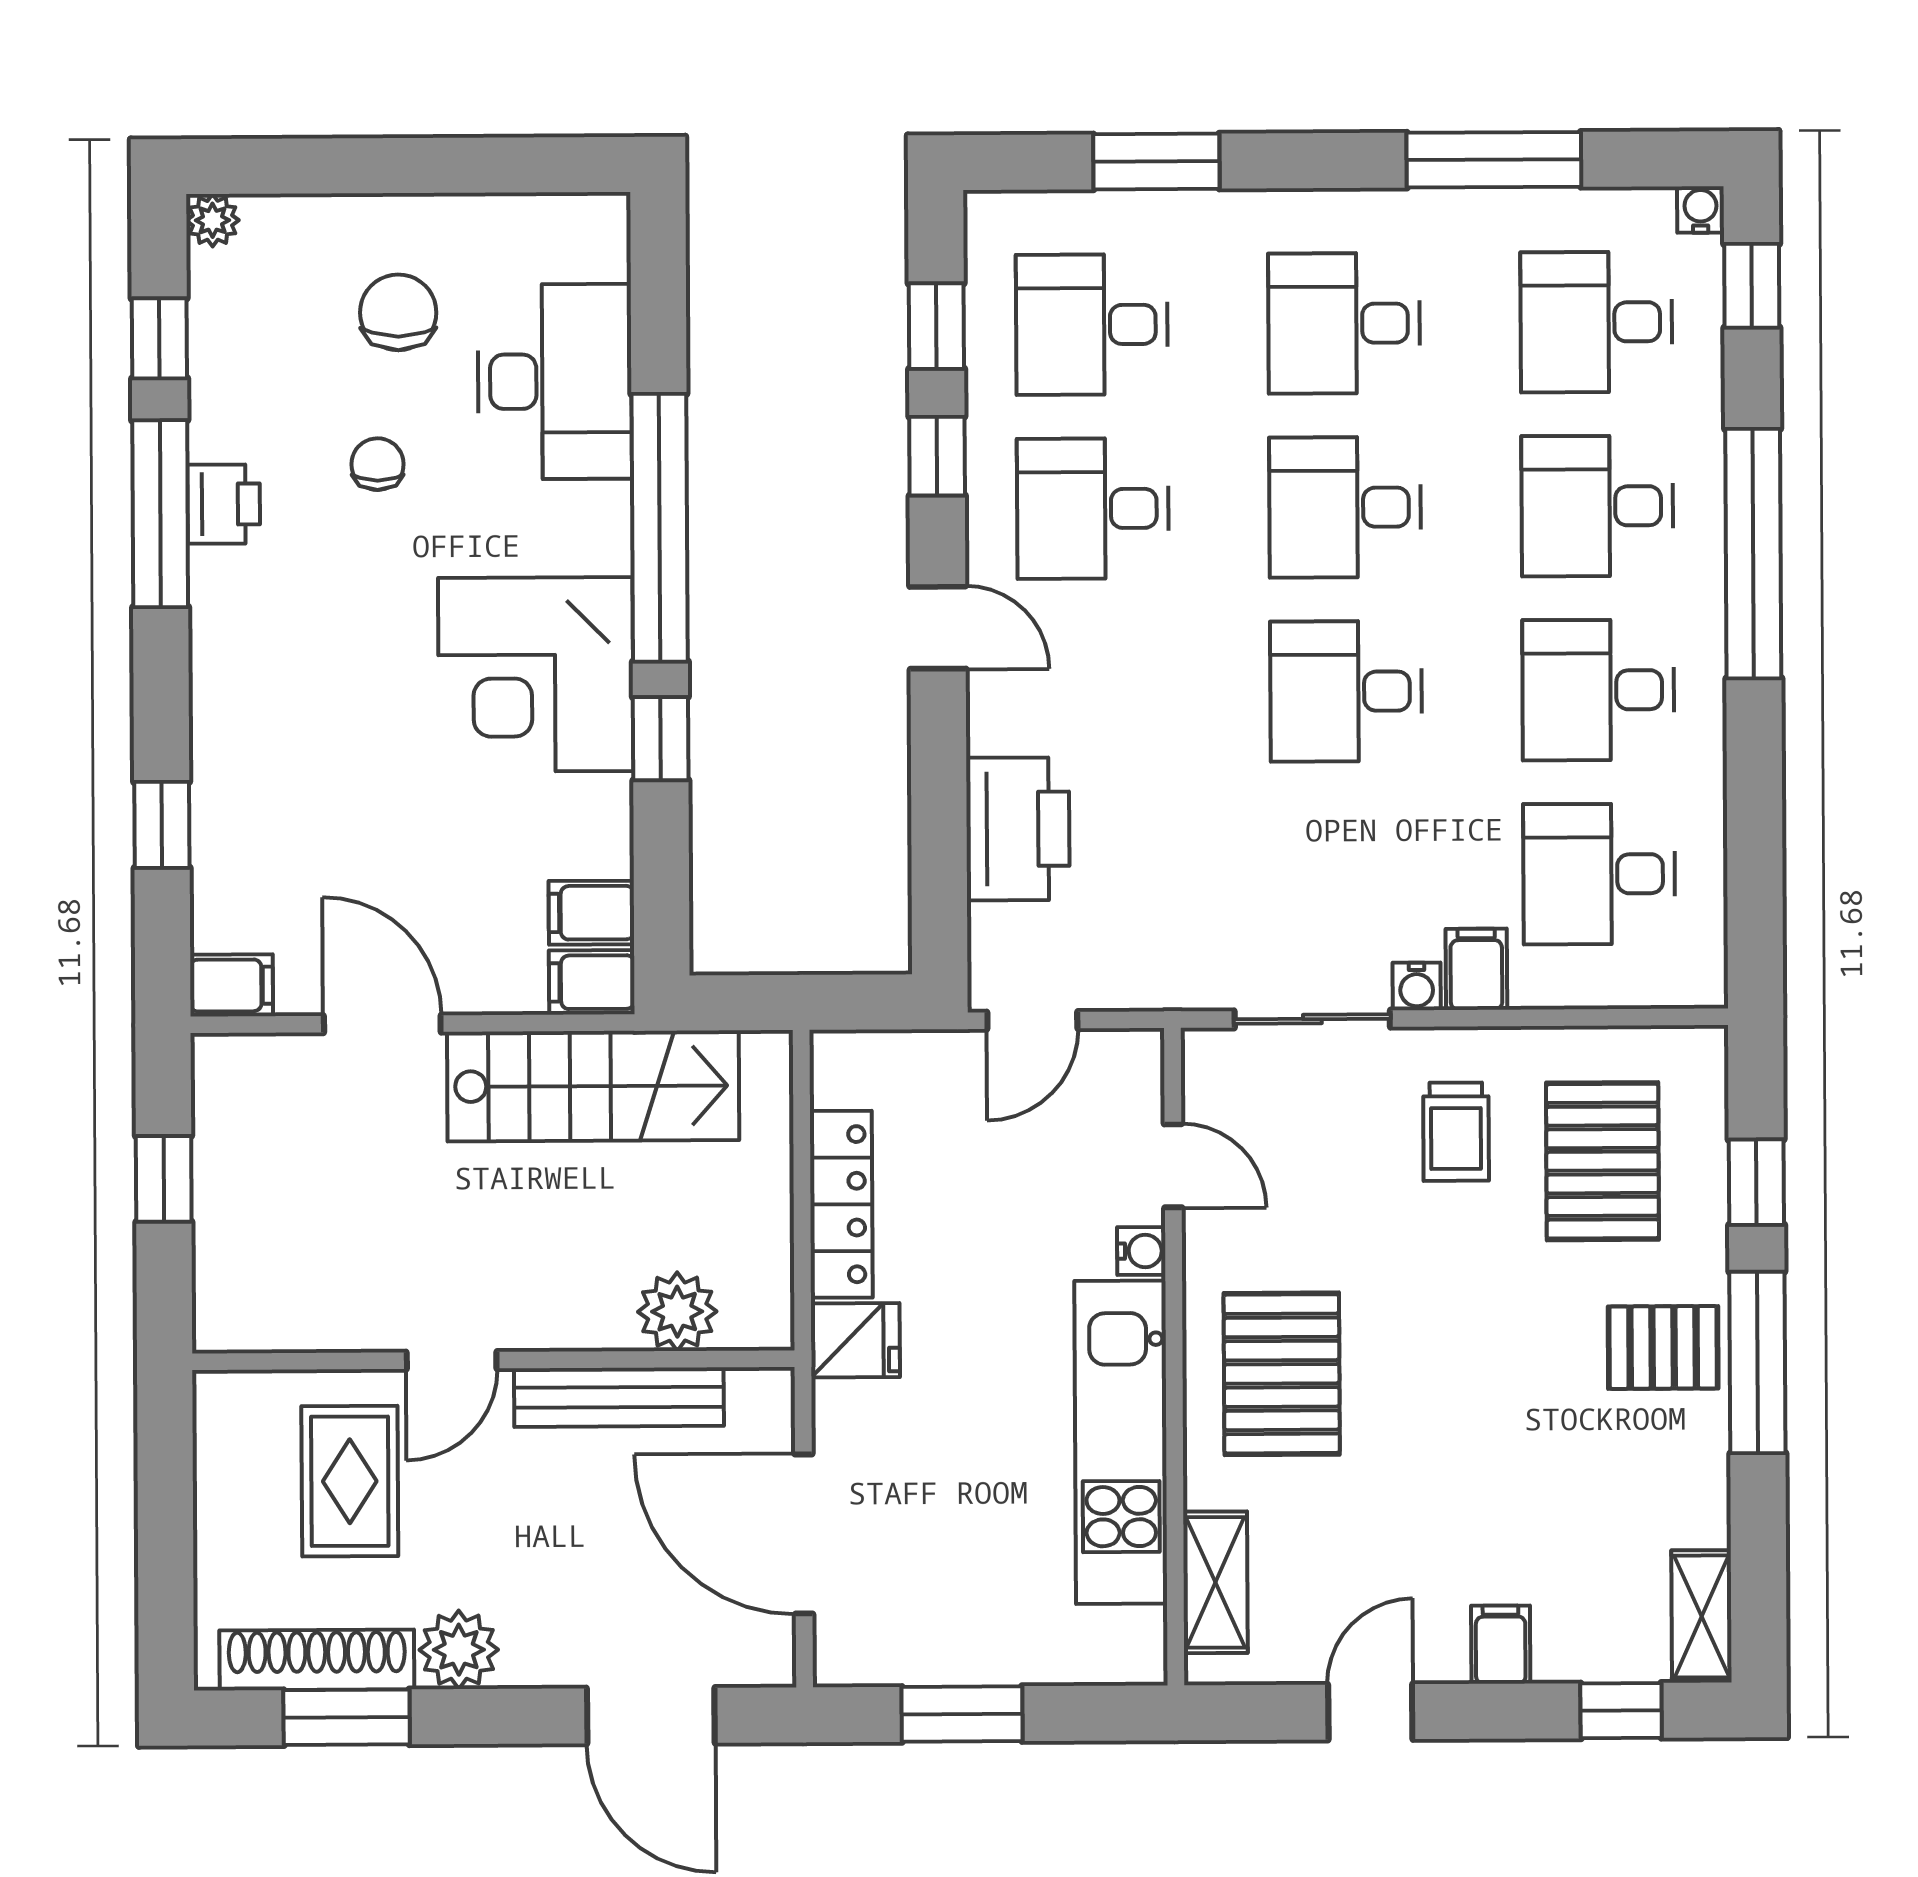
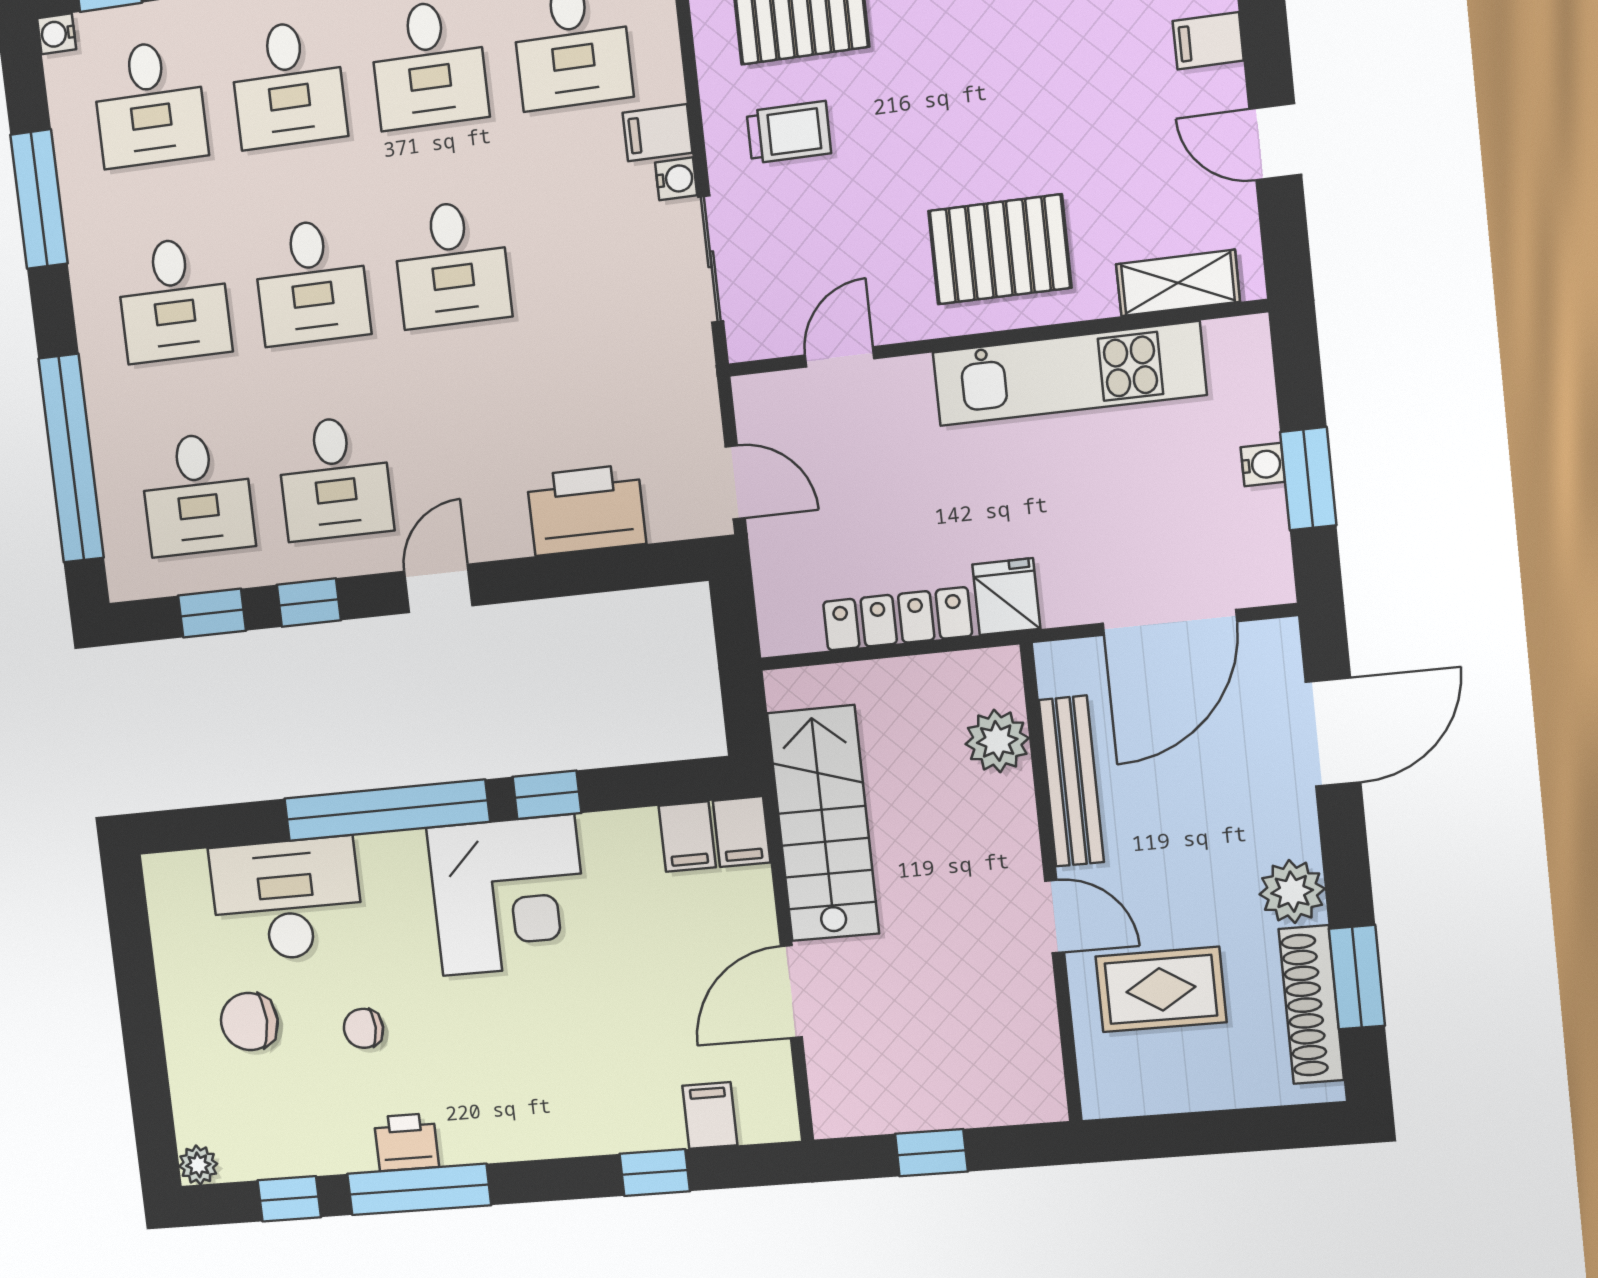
window: (1156, 162) -> (71, 458), width x2.11
filing cabinet: (232, 985) -> (710, 1115), moved
water cooler: (1141, 1251) -> (1263, 465), moved, turned 90

